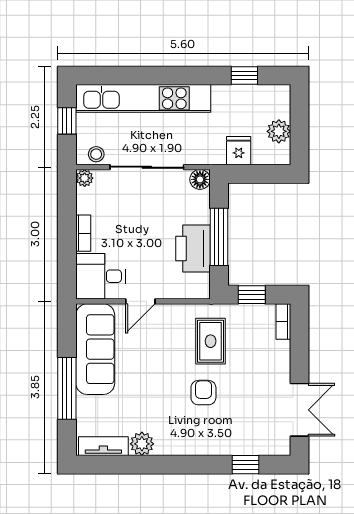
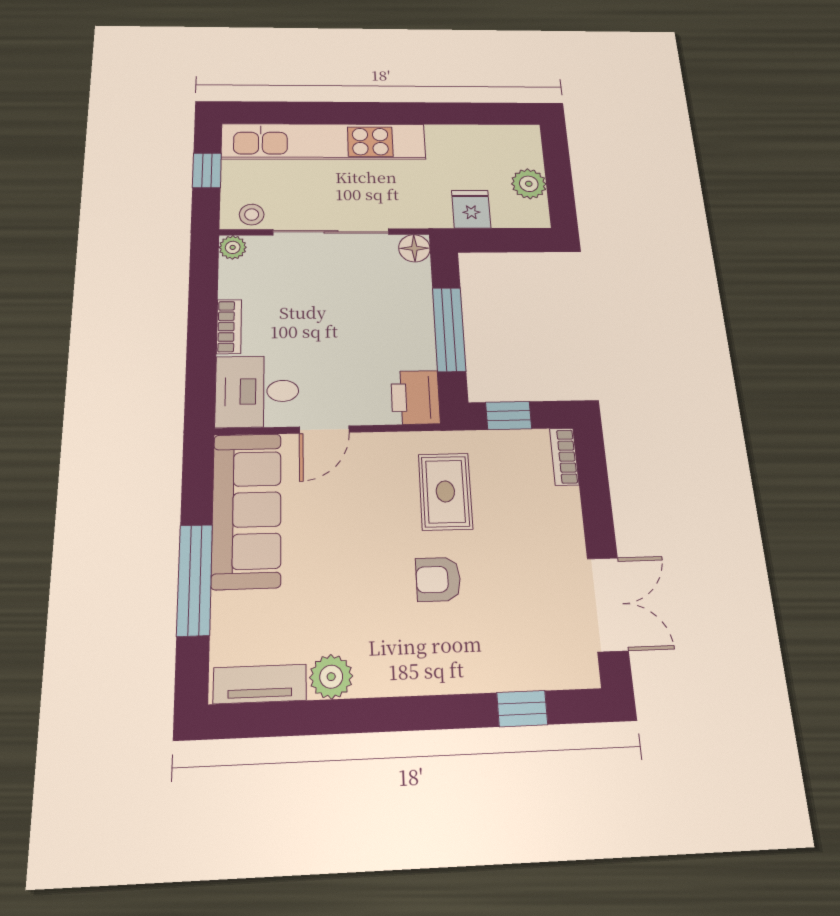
window: (244, 75) -> (472, 114), removed
printer: (193, 249) -> (415, 397), moved, width x0.73, depth x0.84
armchair: (203, 393) -> (438, 579), turned -90

